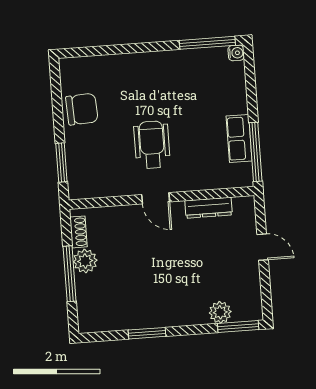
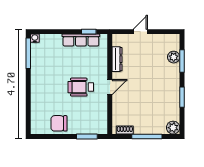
chair: (82, 109) -> (59, 123), turned -87
row of seats: (239, 139) -> (81, 40), width x1.48
window: (256, 152) -> (89, 32), width x0.46
plant: (85, 261) -> (173, 128), moved
window: (238, 326) -> (182, 61), moved

